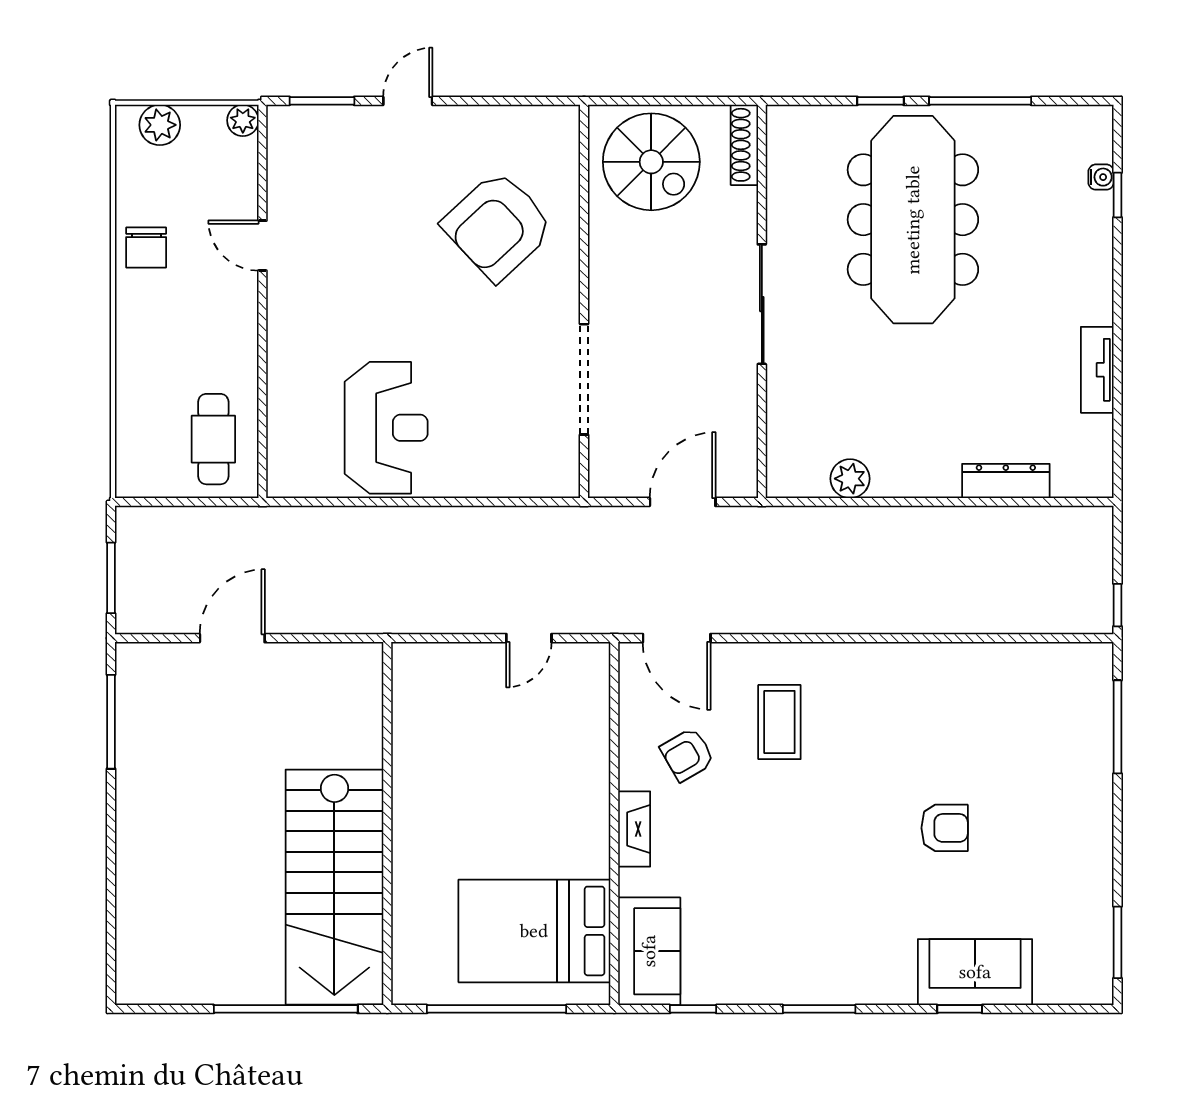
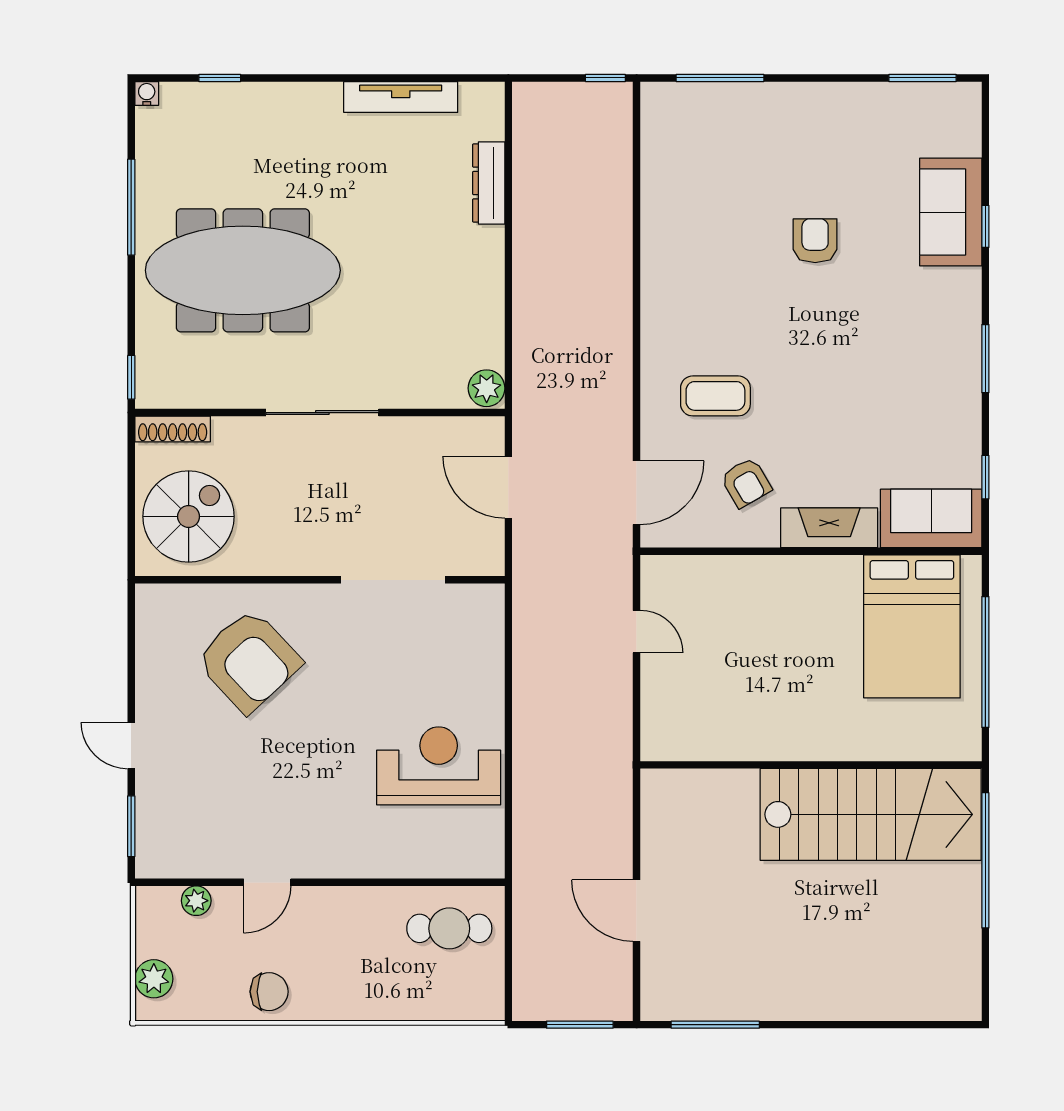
window: (881, 101) -> (131, 377), moved
plant: (243, 120) -> (196, 901), moved
water cooler: (1101, 177) -> (147, 93), moved
tv unit: (1097, 370) -> (401, 97), width x1.41
plant: (850, 479) -> (487, 388), moved
fireplace: (634, 829) -> (829, 528), width x1.37, depth x1.32

